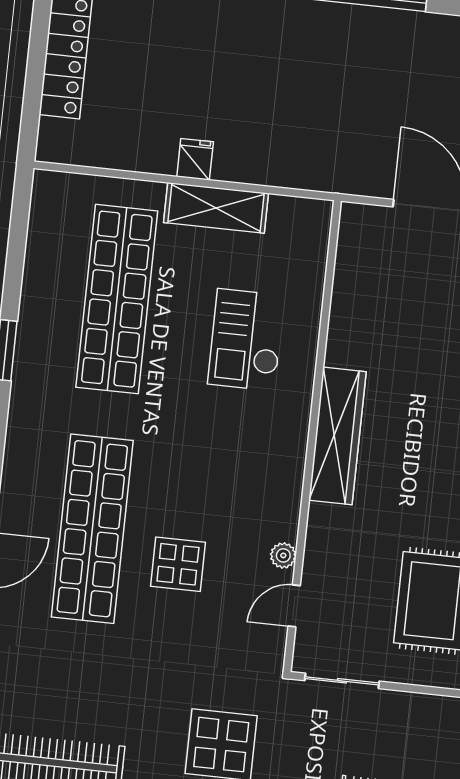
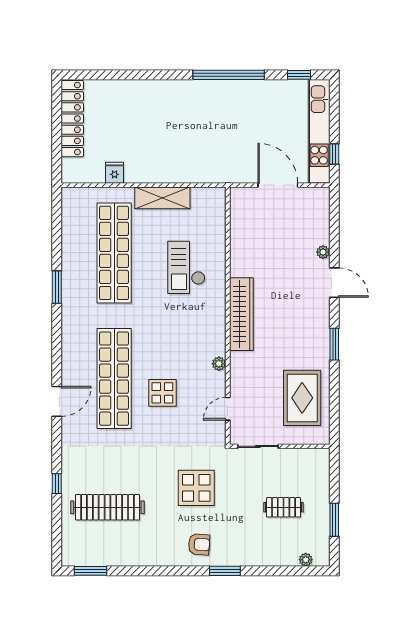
fridge: (195, 159) -> (114, 173), moved
plant: (283, 555) -> (219, 364), moved

